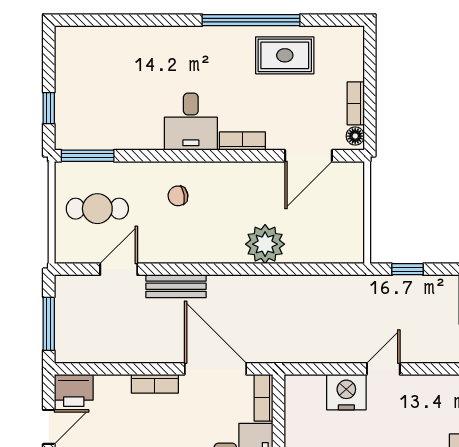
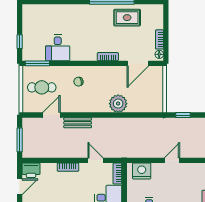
desk: (191, 122) -> (58, 48), moved
door: (215, 369) -> (96, 160), width x0.53
nightstand: (346, 392) -> (142, 171), moved

